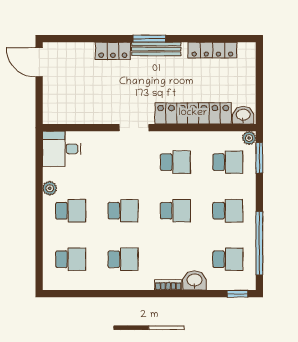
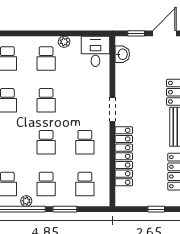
window: (259, 73) -> (156, 209), added
window: (39, 98) -> (136, 33), added
washbasin: (243, 115) -> (122, 54), moved
plant: (249, 138) -> (26, 201), moved
window: (259, 158) -> (65, 209), moved

